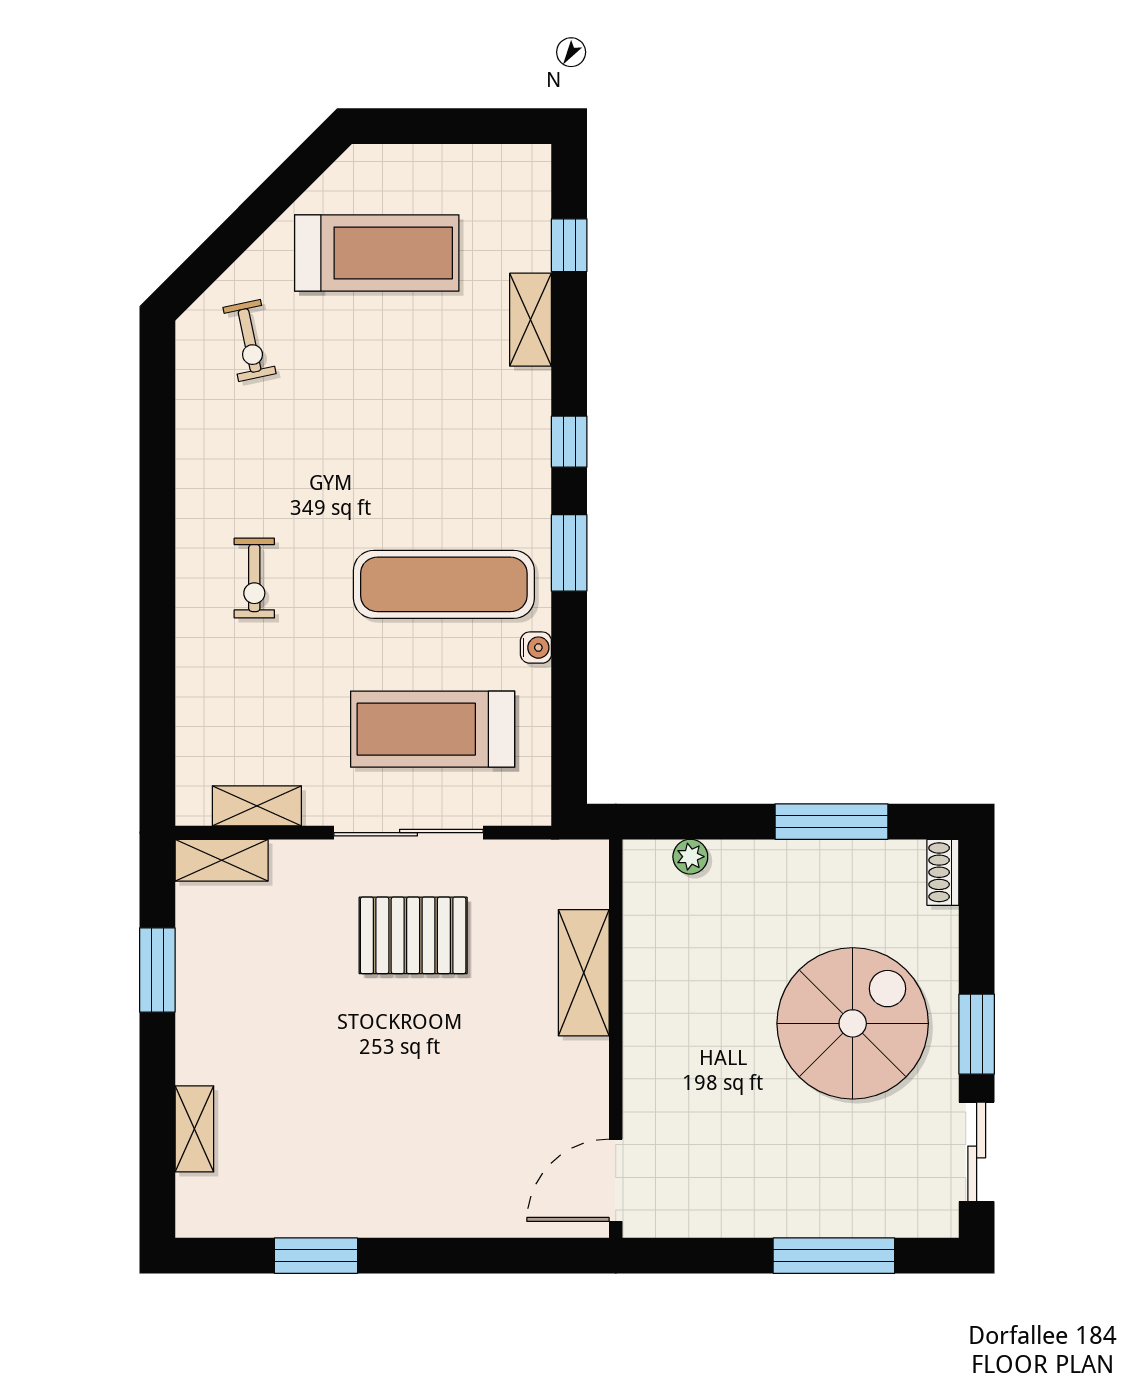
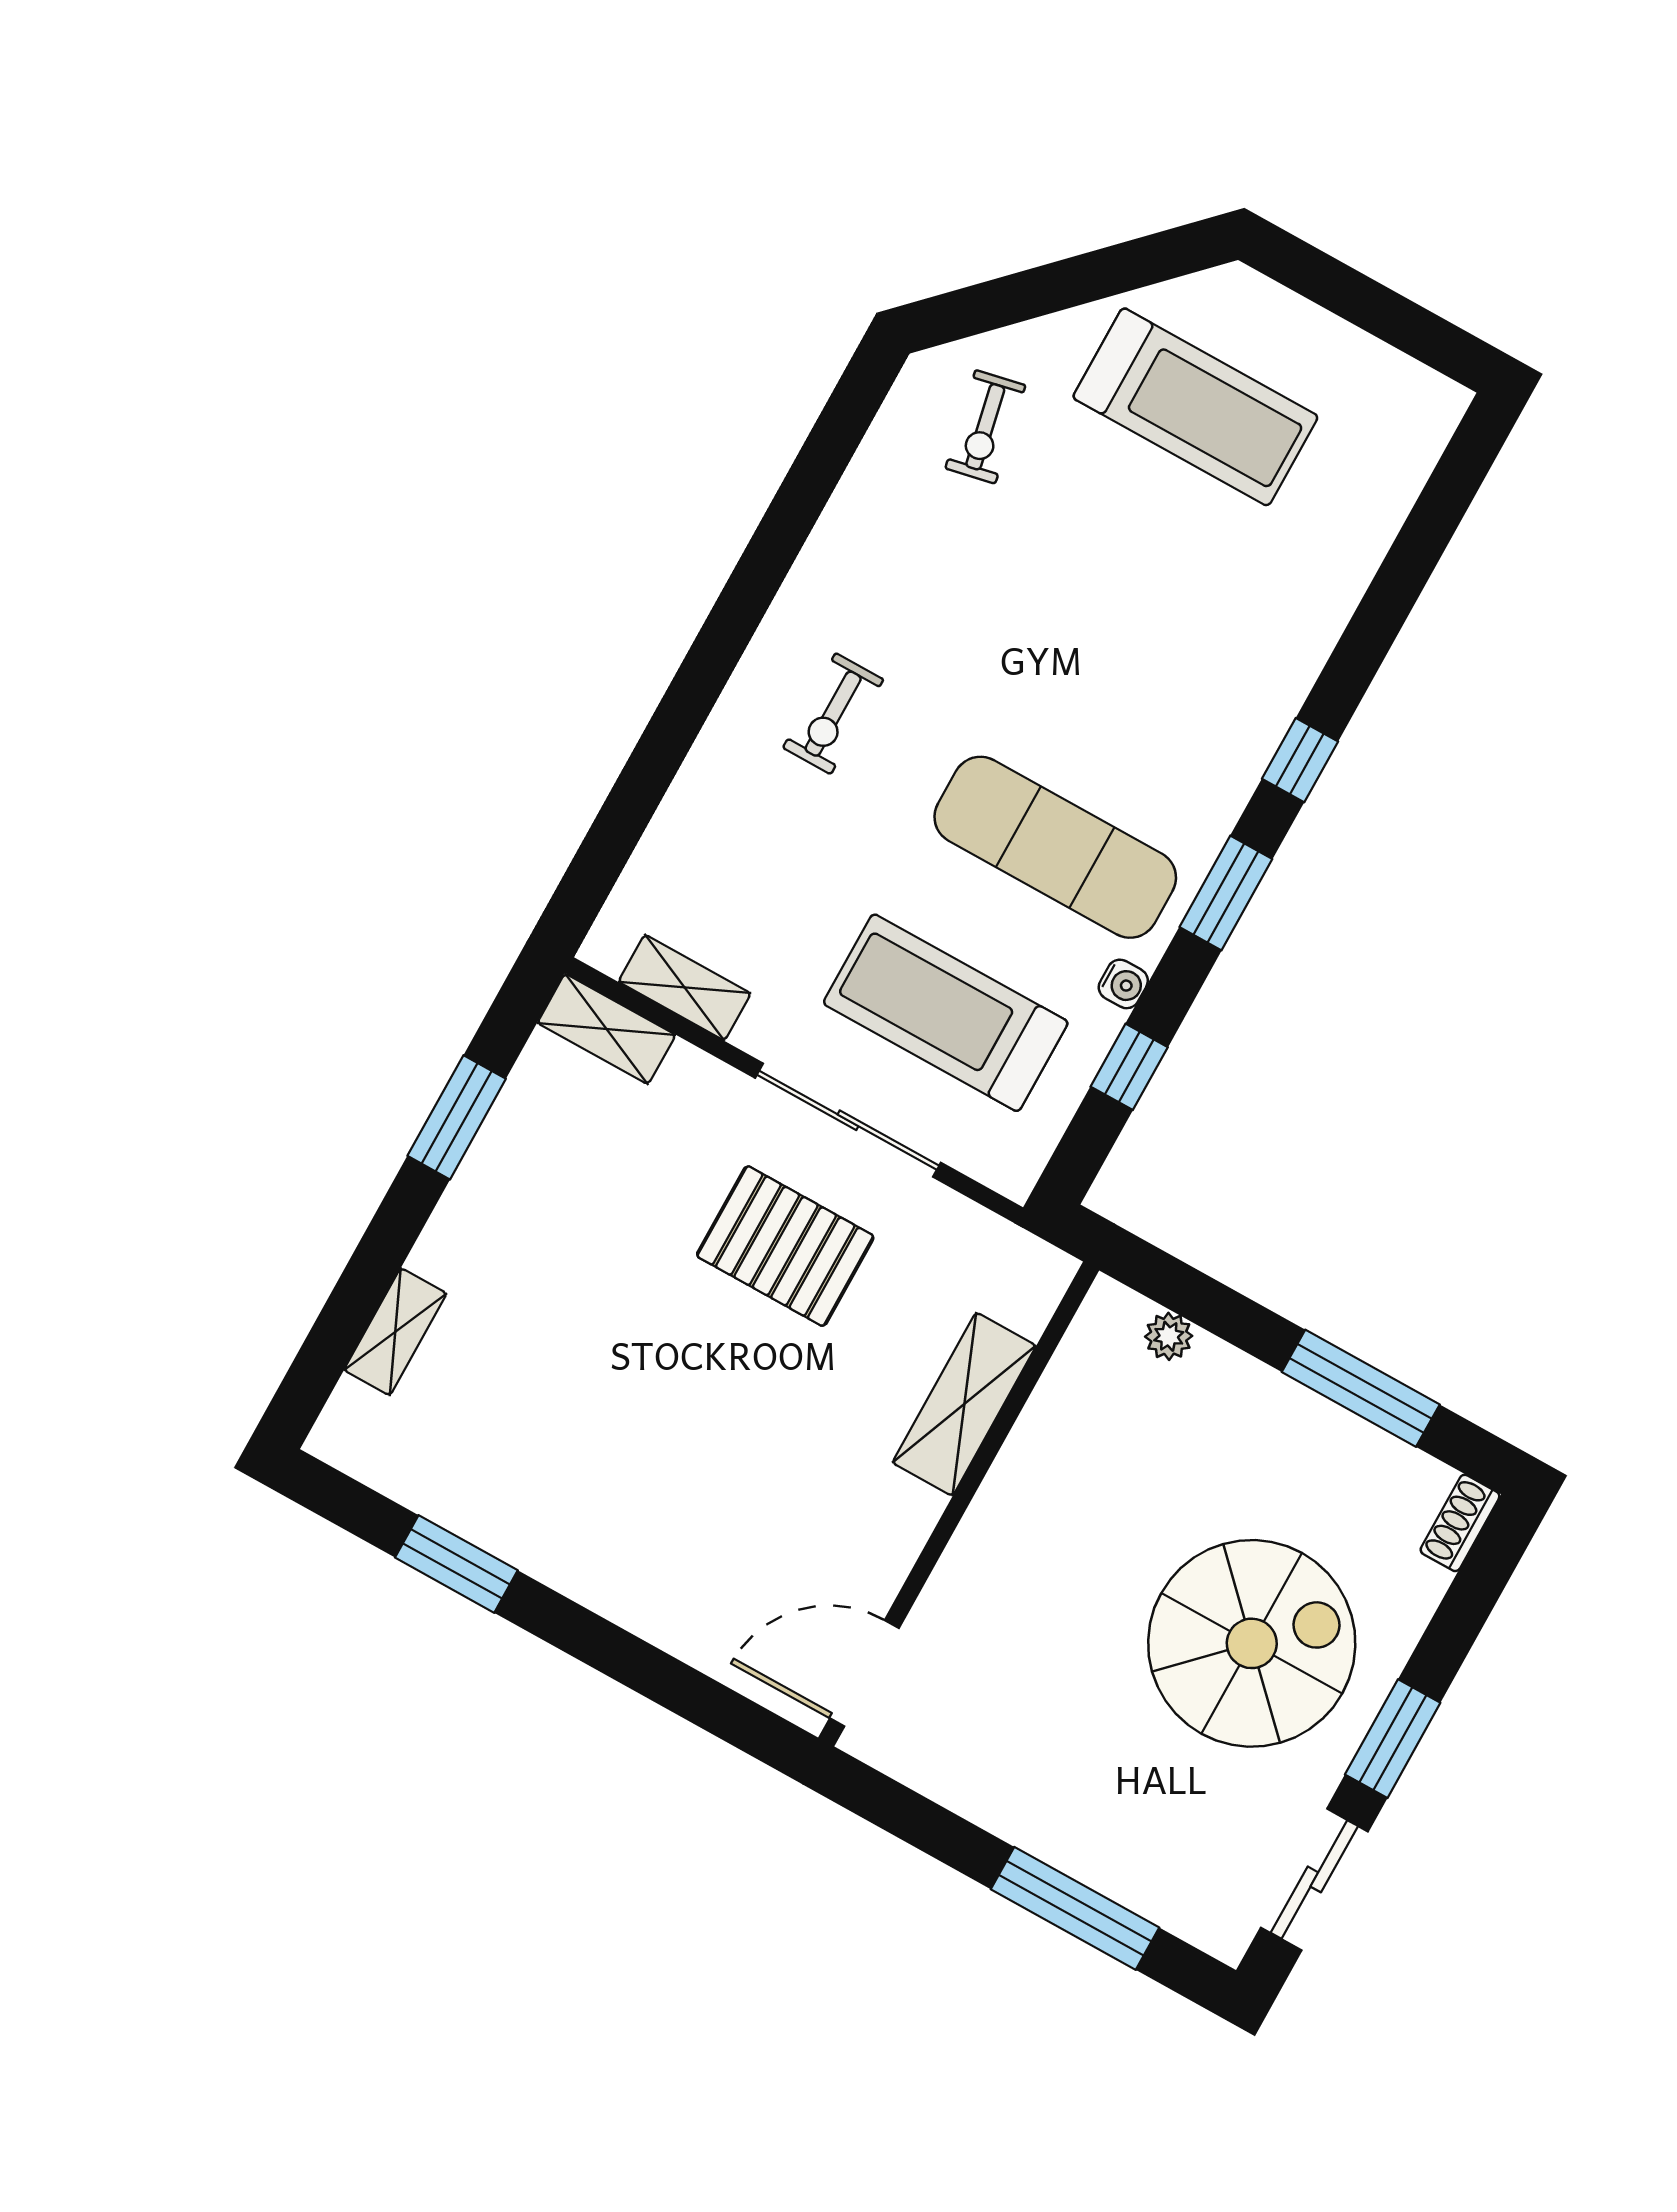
window: (569, 245) -> (1129, 1067), moved
shelving: (531, 320) -> (1335, 589), removed

